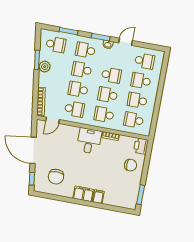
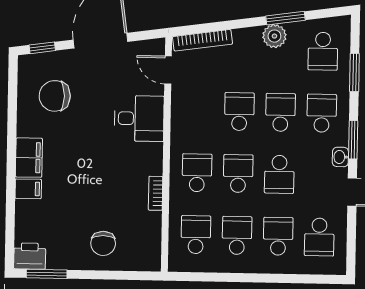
school desk: (74, 109) -> (198, 111), removed
desk: (89, 141) -> (139, 118), moved
printer: (141, 146) -> (30, 256), moved

